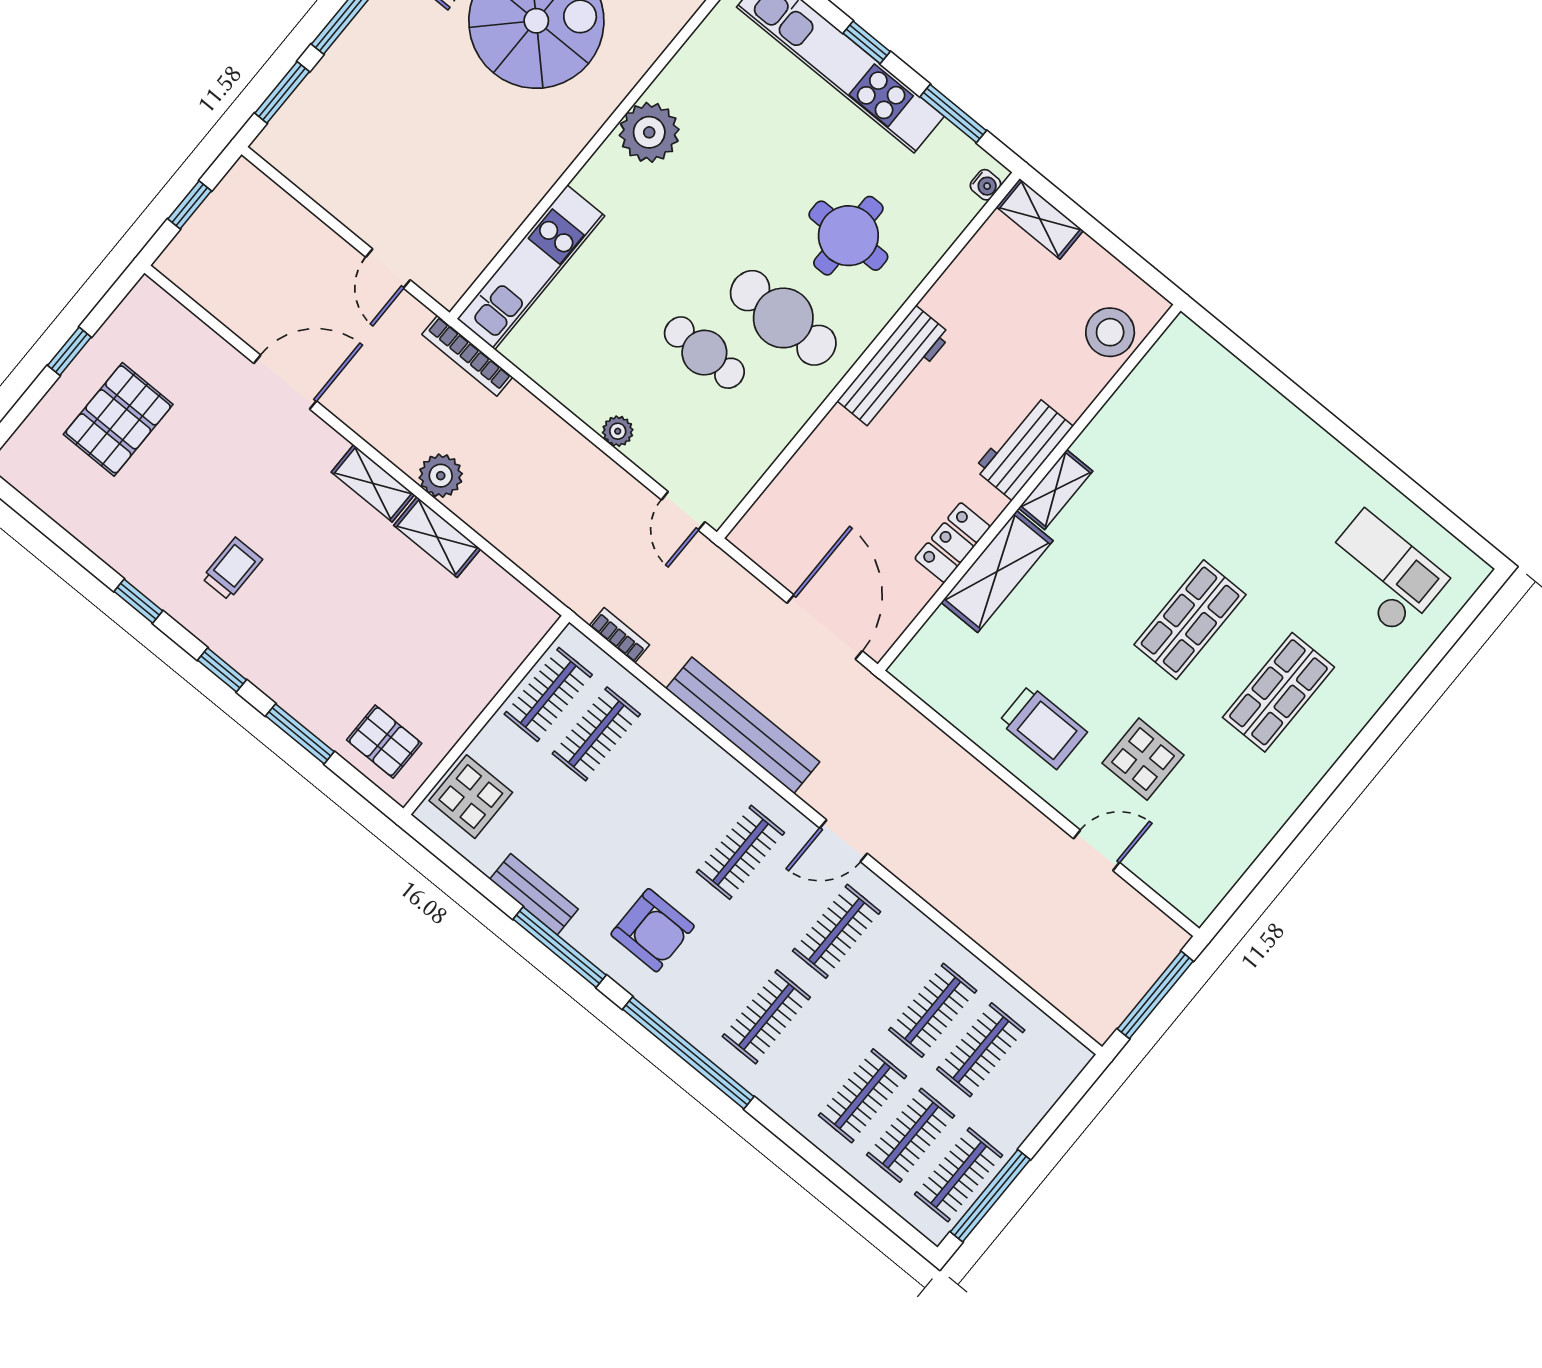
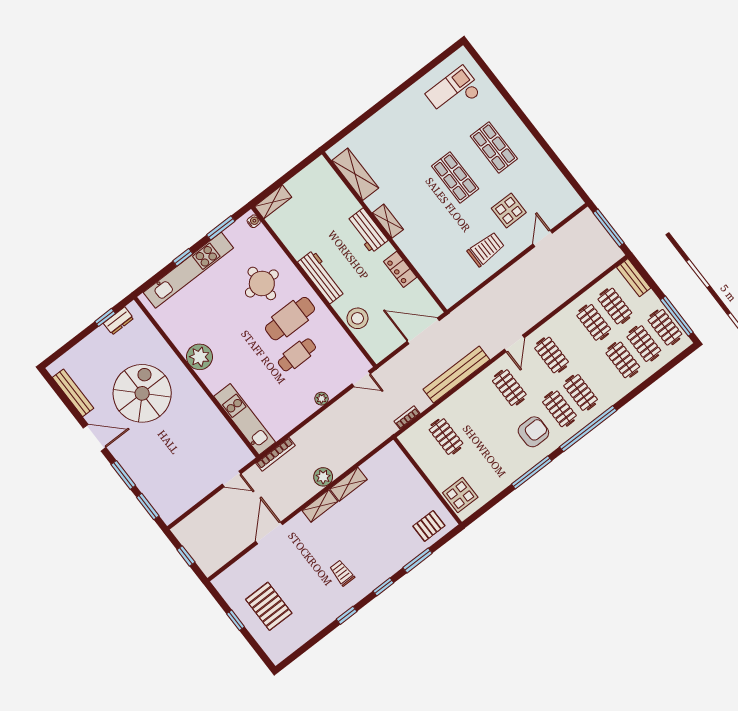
stool: (1110, 332) -> (357, 318), moved
shelving: (997, 571) -> (355, 174), moved
clothes rail: (548, 694) -> (559, 409), moved
bench: (534, 894) -> (634, 278), moved, turned 90

